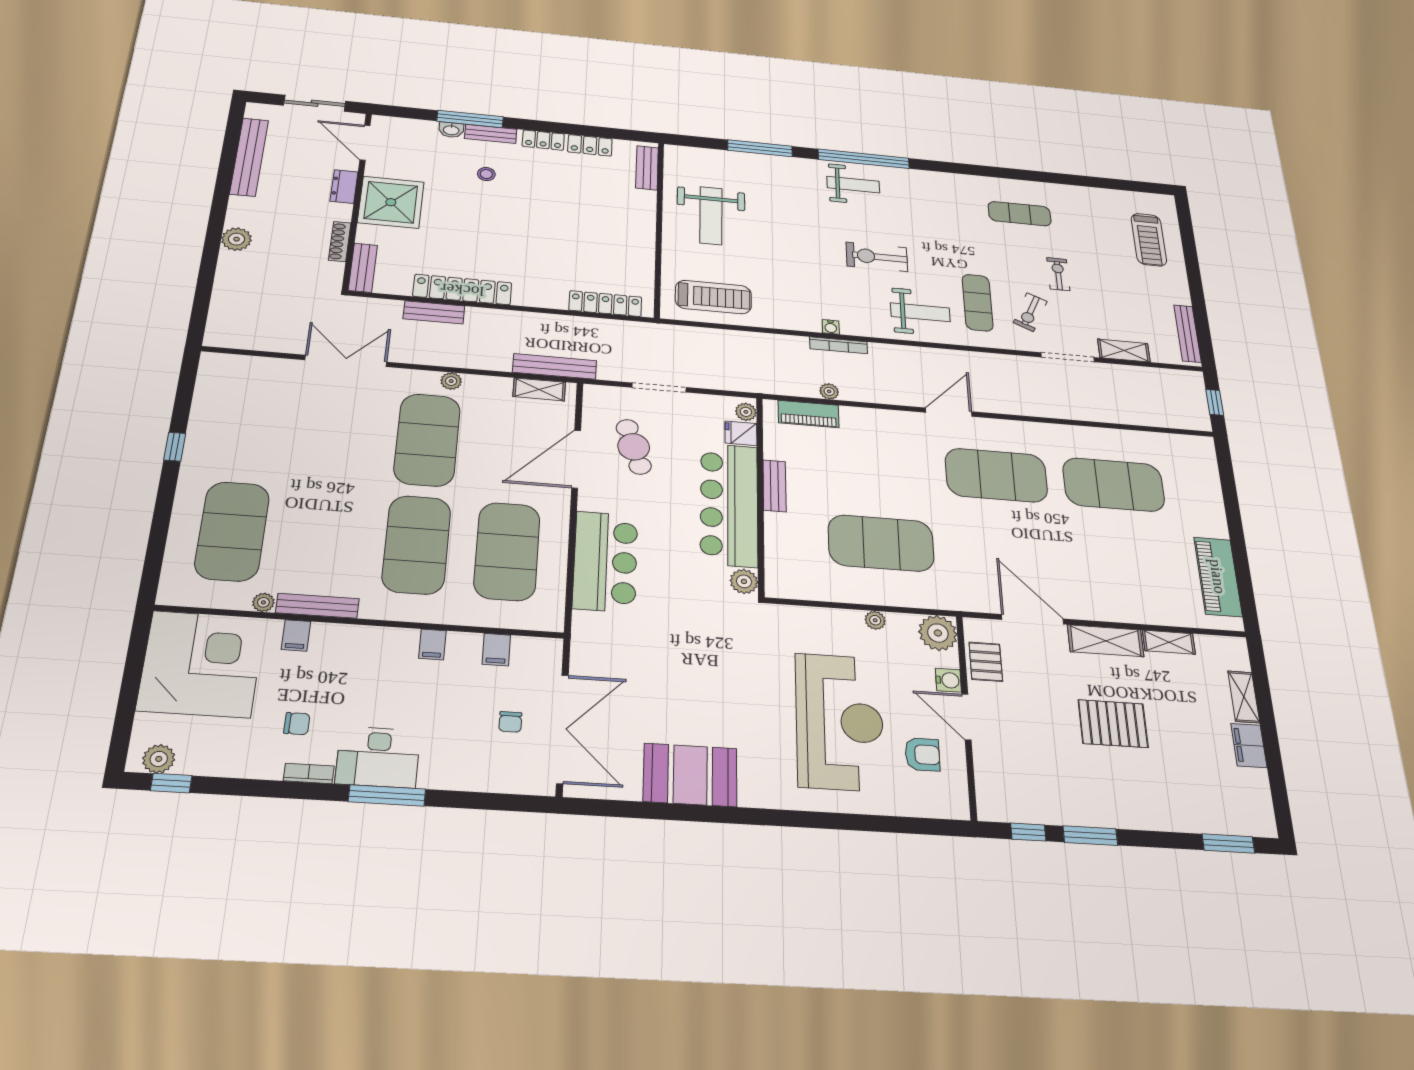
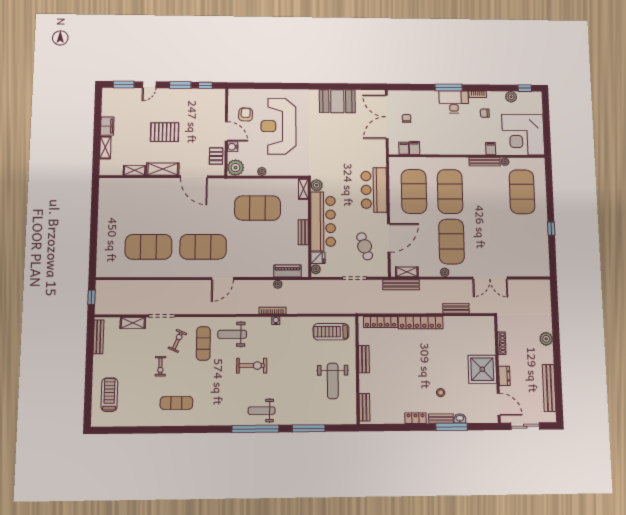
locker: (590, 145) -> (393, 418), removed
weight bench: (711, 216) -> (333, 381), turned 180
bench: (363, 268) -> (364, 359), moved
locker: (462, 290) -> (421, 323), moved
shelving: (776, 576) -> (303, 189), added
piano: (1218, 577) -> (107, 204), removed
filing cabinet: (432, 644) -> (404, 148), moved
armchair: (922, 754) -> (246, 114), turned 94
plant: (159, 759) -> (511, 97), moved
door: (1167, 840) -> (149, 85), added

